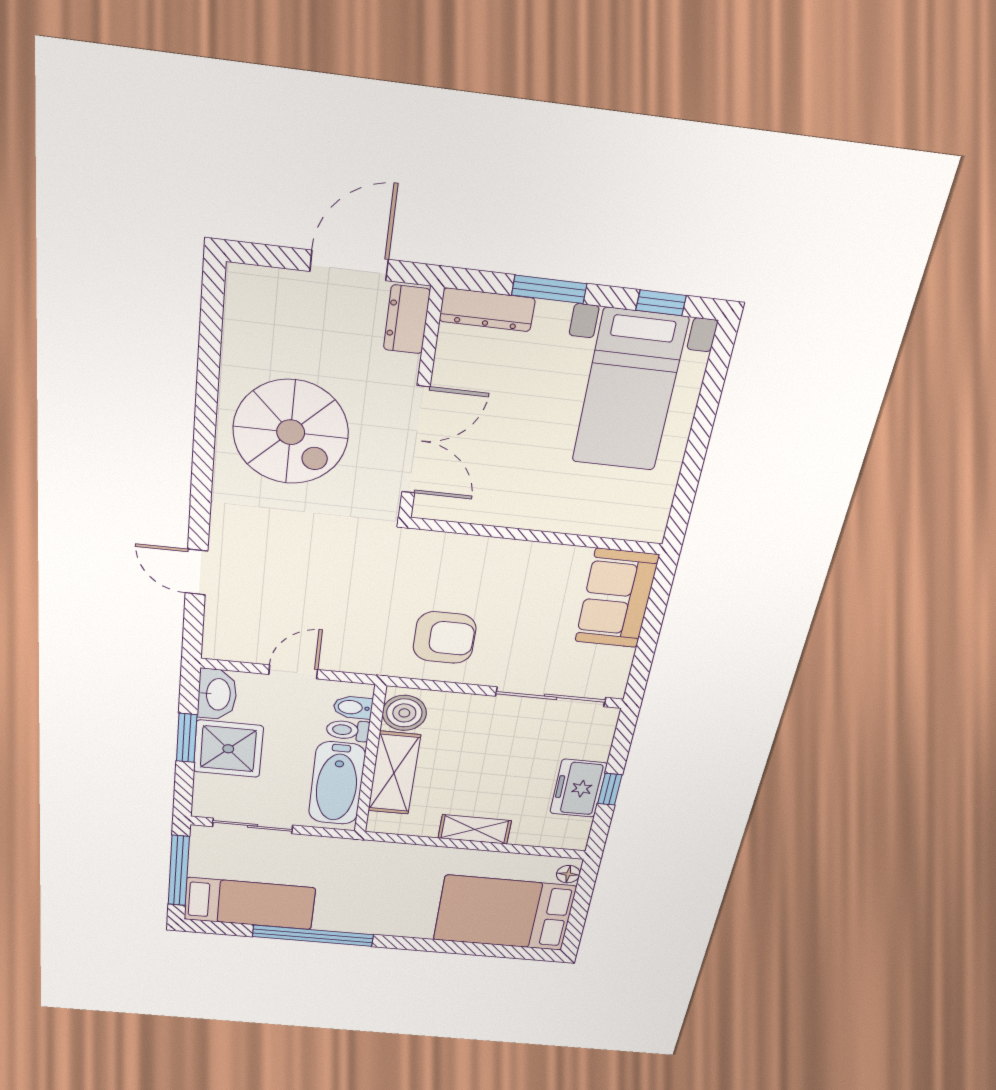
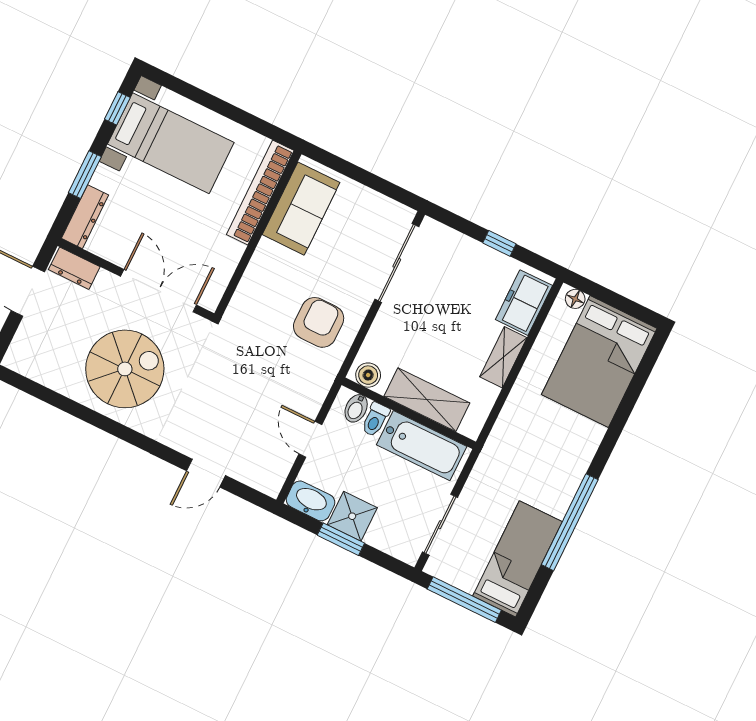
bookcase: (593, 522) -> (260, 193), added
sofa: (617, 598) -> (301, 209), moved, turned -90
boiler: (404, 713) -> (368, 375), width x0.73, depth x0.73
shower: (228, 749) -> (352, 516), width x0.73, depth x0.73
freezer: (578, 788) -> (524, 303), moved, turned 90

